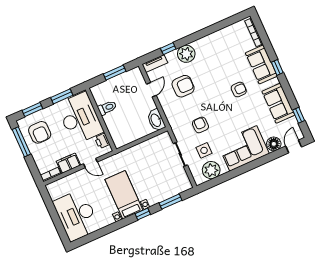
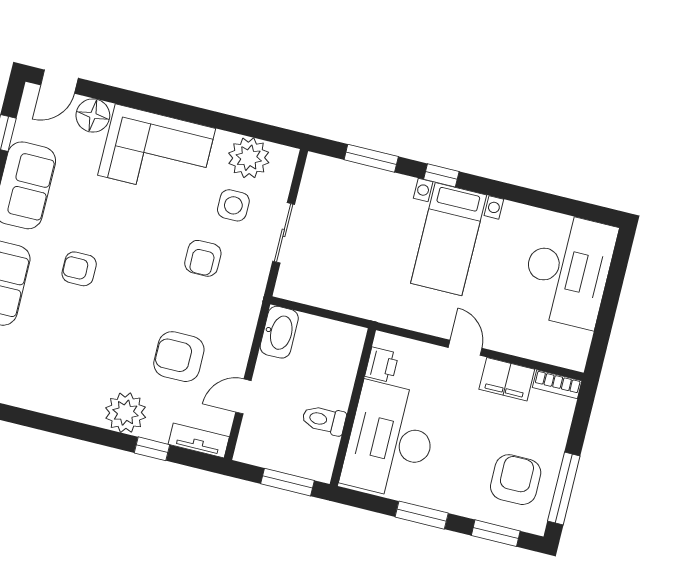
toilet: (107, 108) -> (324, 420), moved
desk: (80, 118) -> (390, 440), moved
wall: (101, 119) -> (353, 407), moved
printer: (102, 141) -> (382, 365), moved

